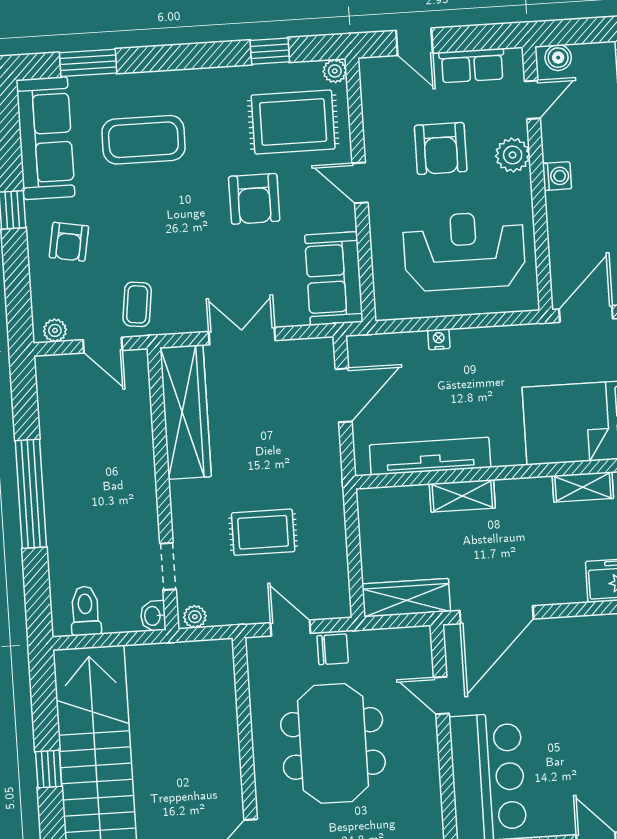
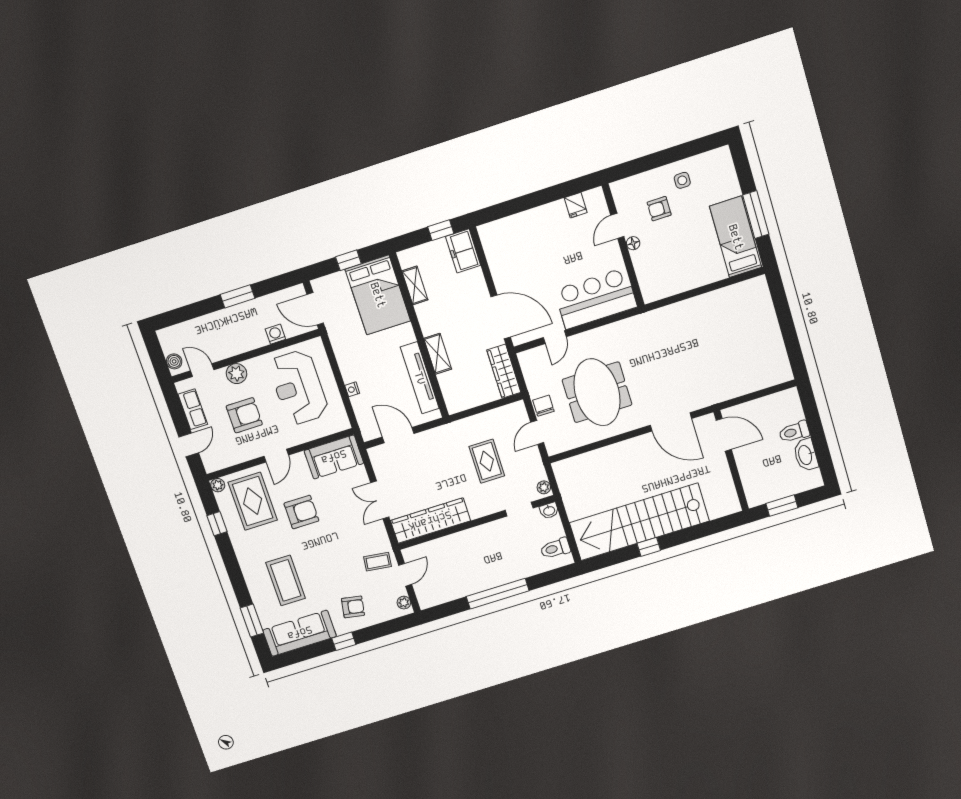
washing machine: (557, 176) -> (275, 334), moved
meeting table: (333, 743) -> (597, 392), turned 90

